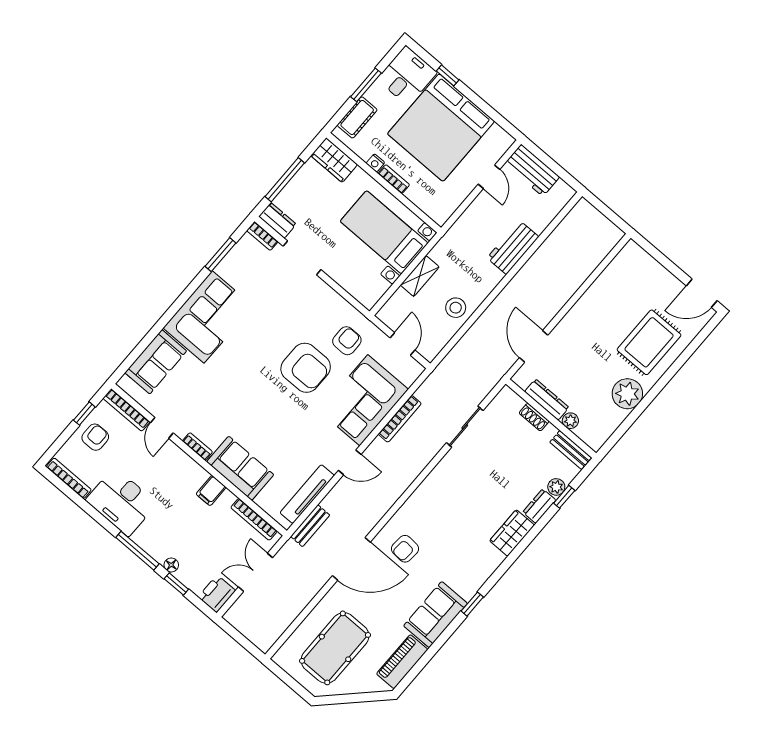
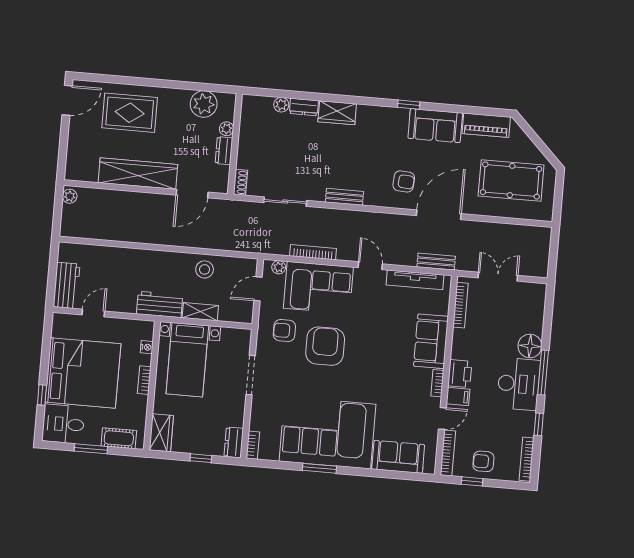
nightstand: (375, 163) -> (147, 347), moved
window: (285, 180) -> (201, 458), width x0.46
plant: (612, 232) -> (70, 196), added
workbench: (513, 247) -> (160, 304), moved, turned 180
window: (220, 255) -> (319, 468), moved
doorway: (302, 258) -> (251, 375), moved
door: (702, 293) -> (67, 100), hinge flipped
wardrobe: (588, 310) -> (138, 174), added
corner sofa: (208, 317) -> (328, 433), width x1.36, depth x1.36
plant: (409, 377) -> (279, 267), added
plant: (627, 394) -> (204, 104), moved
dresser: (547, 400) -> (224, 151), width x0.70
shoe rack: (534, 417) -> (240, 182), moved
bench: (571, 450) -> (344, 197), moved, turned 90
filing cabinet: (211, 491) -> (458, 396), moved
window: (564, 497) -> (284, 94), removed
desk: (121, 502) -> (519, 384), moved
door: (351, 559) -> (439, 215), hinge flipped
floor lamp: (171, 565) -> (530, 346), width x1.89, depth x1.89
double door: (255, 572) -> (498, 277), swing flipped
window: (176, 584) -> (539, 424), moved
printer: (217, 594) -> (460, 374), moved, turned -90

